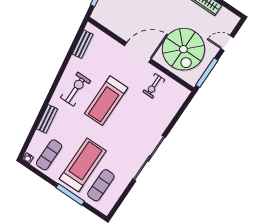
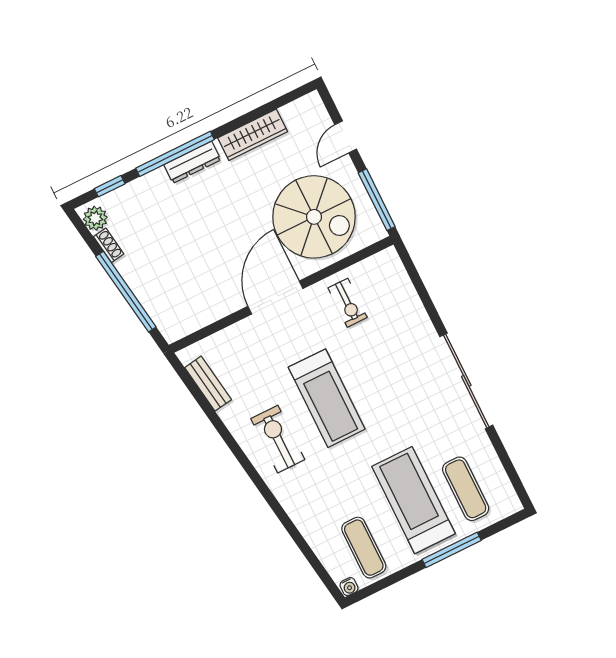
bench: (47, 119) -> (301, 516), removed

